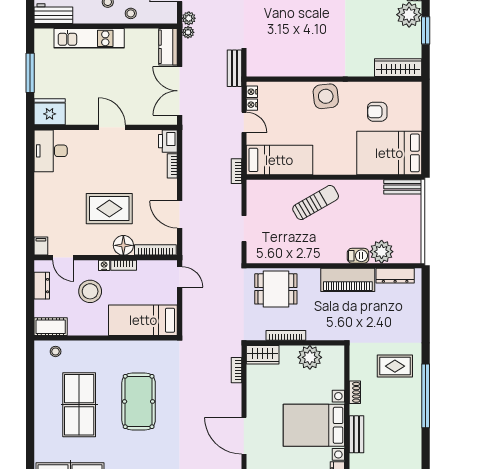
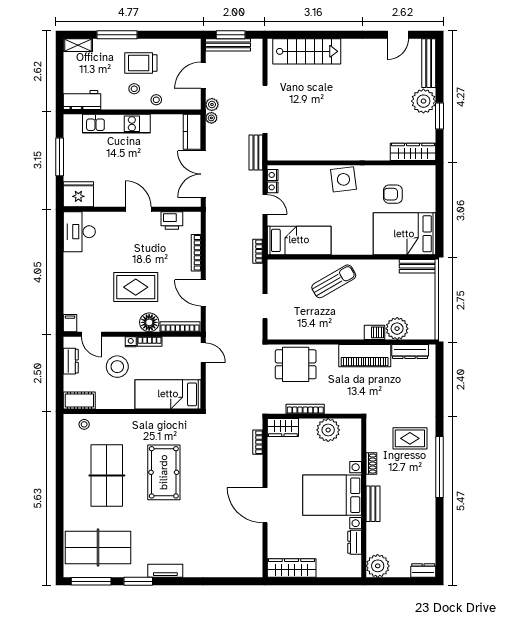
printer: (168, 141) -> (172, 220), moved, turned -90
bookcase: (172, 166) -> (196, 253), width x1.56

